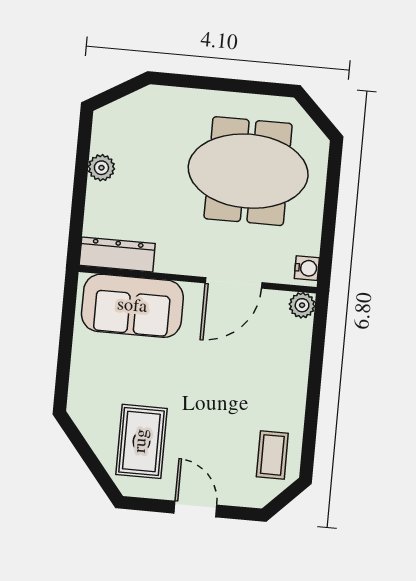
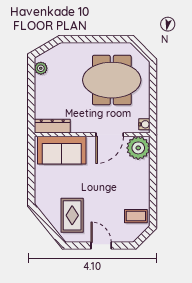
plant: (101, 168) -> (41, 68), moved
plant: (302, 305) -> (138, 148), width x1.88, depth x1.88
coffee table: (272, 455) -> (136, 216), turned 90

